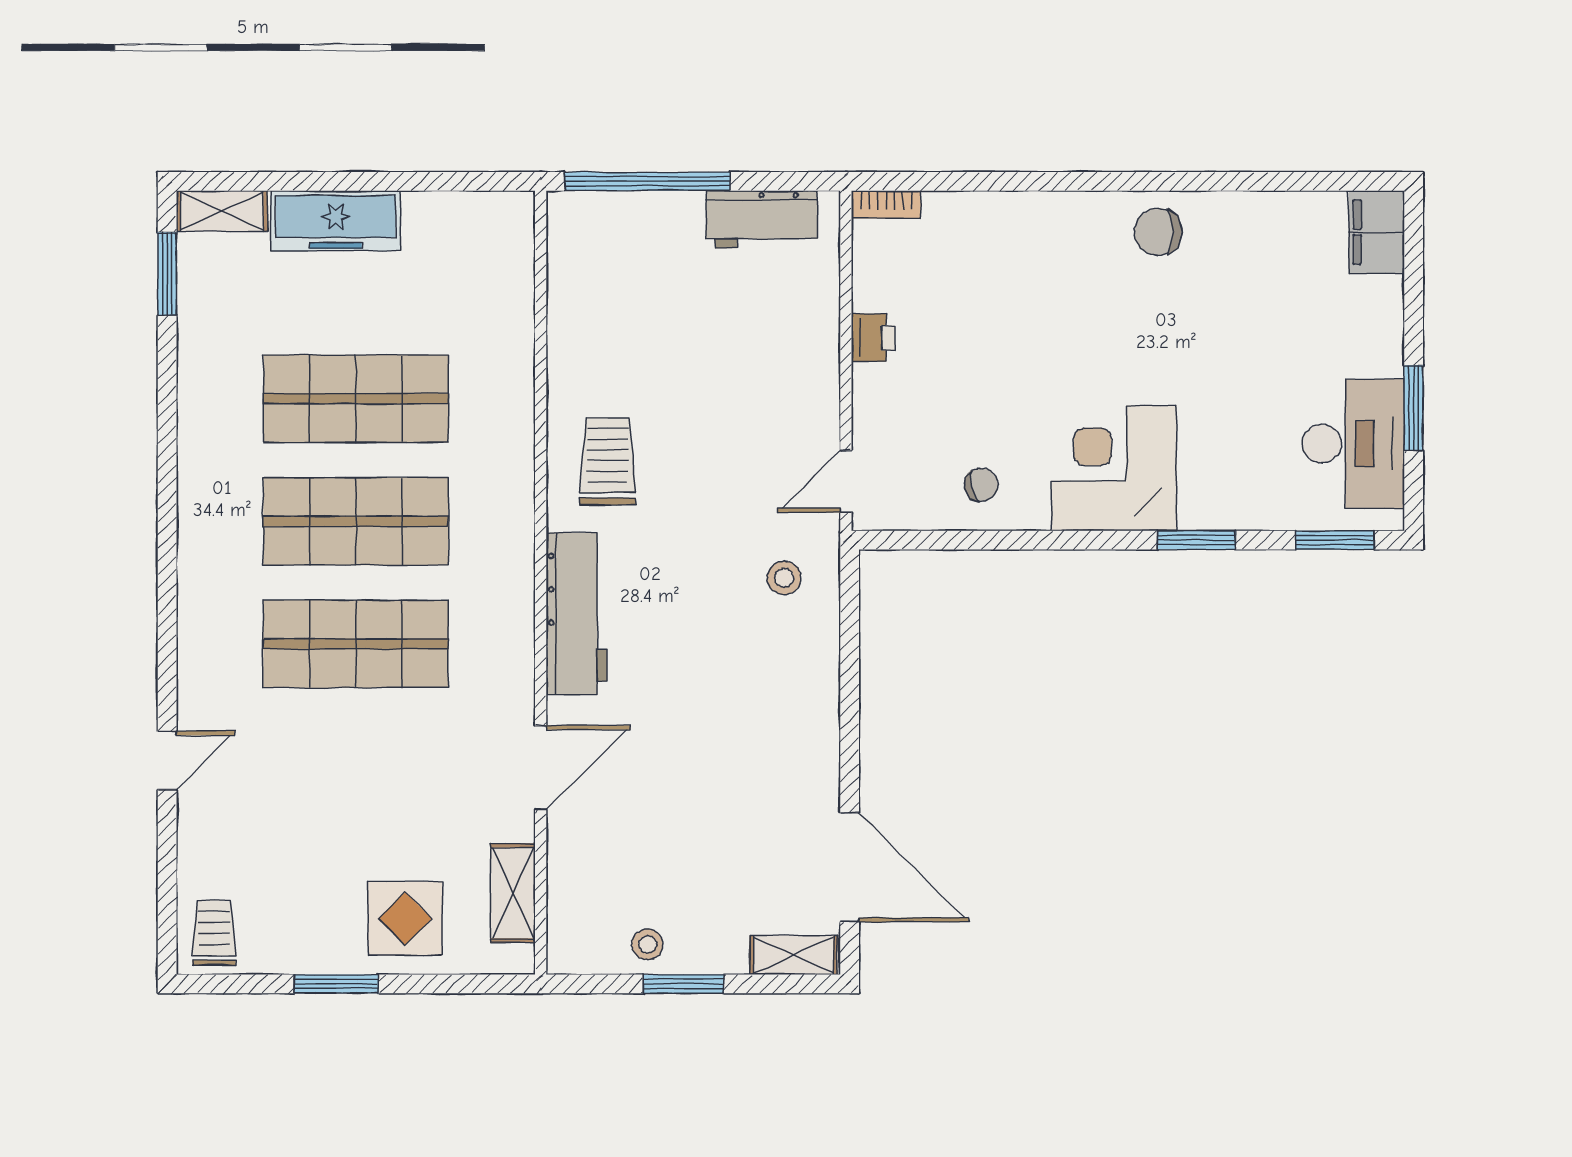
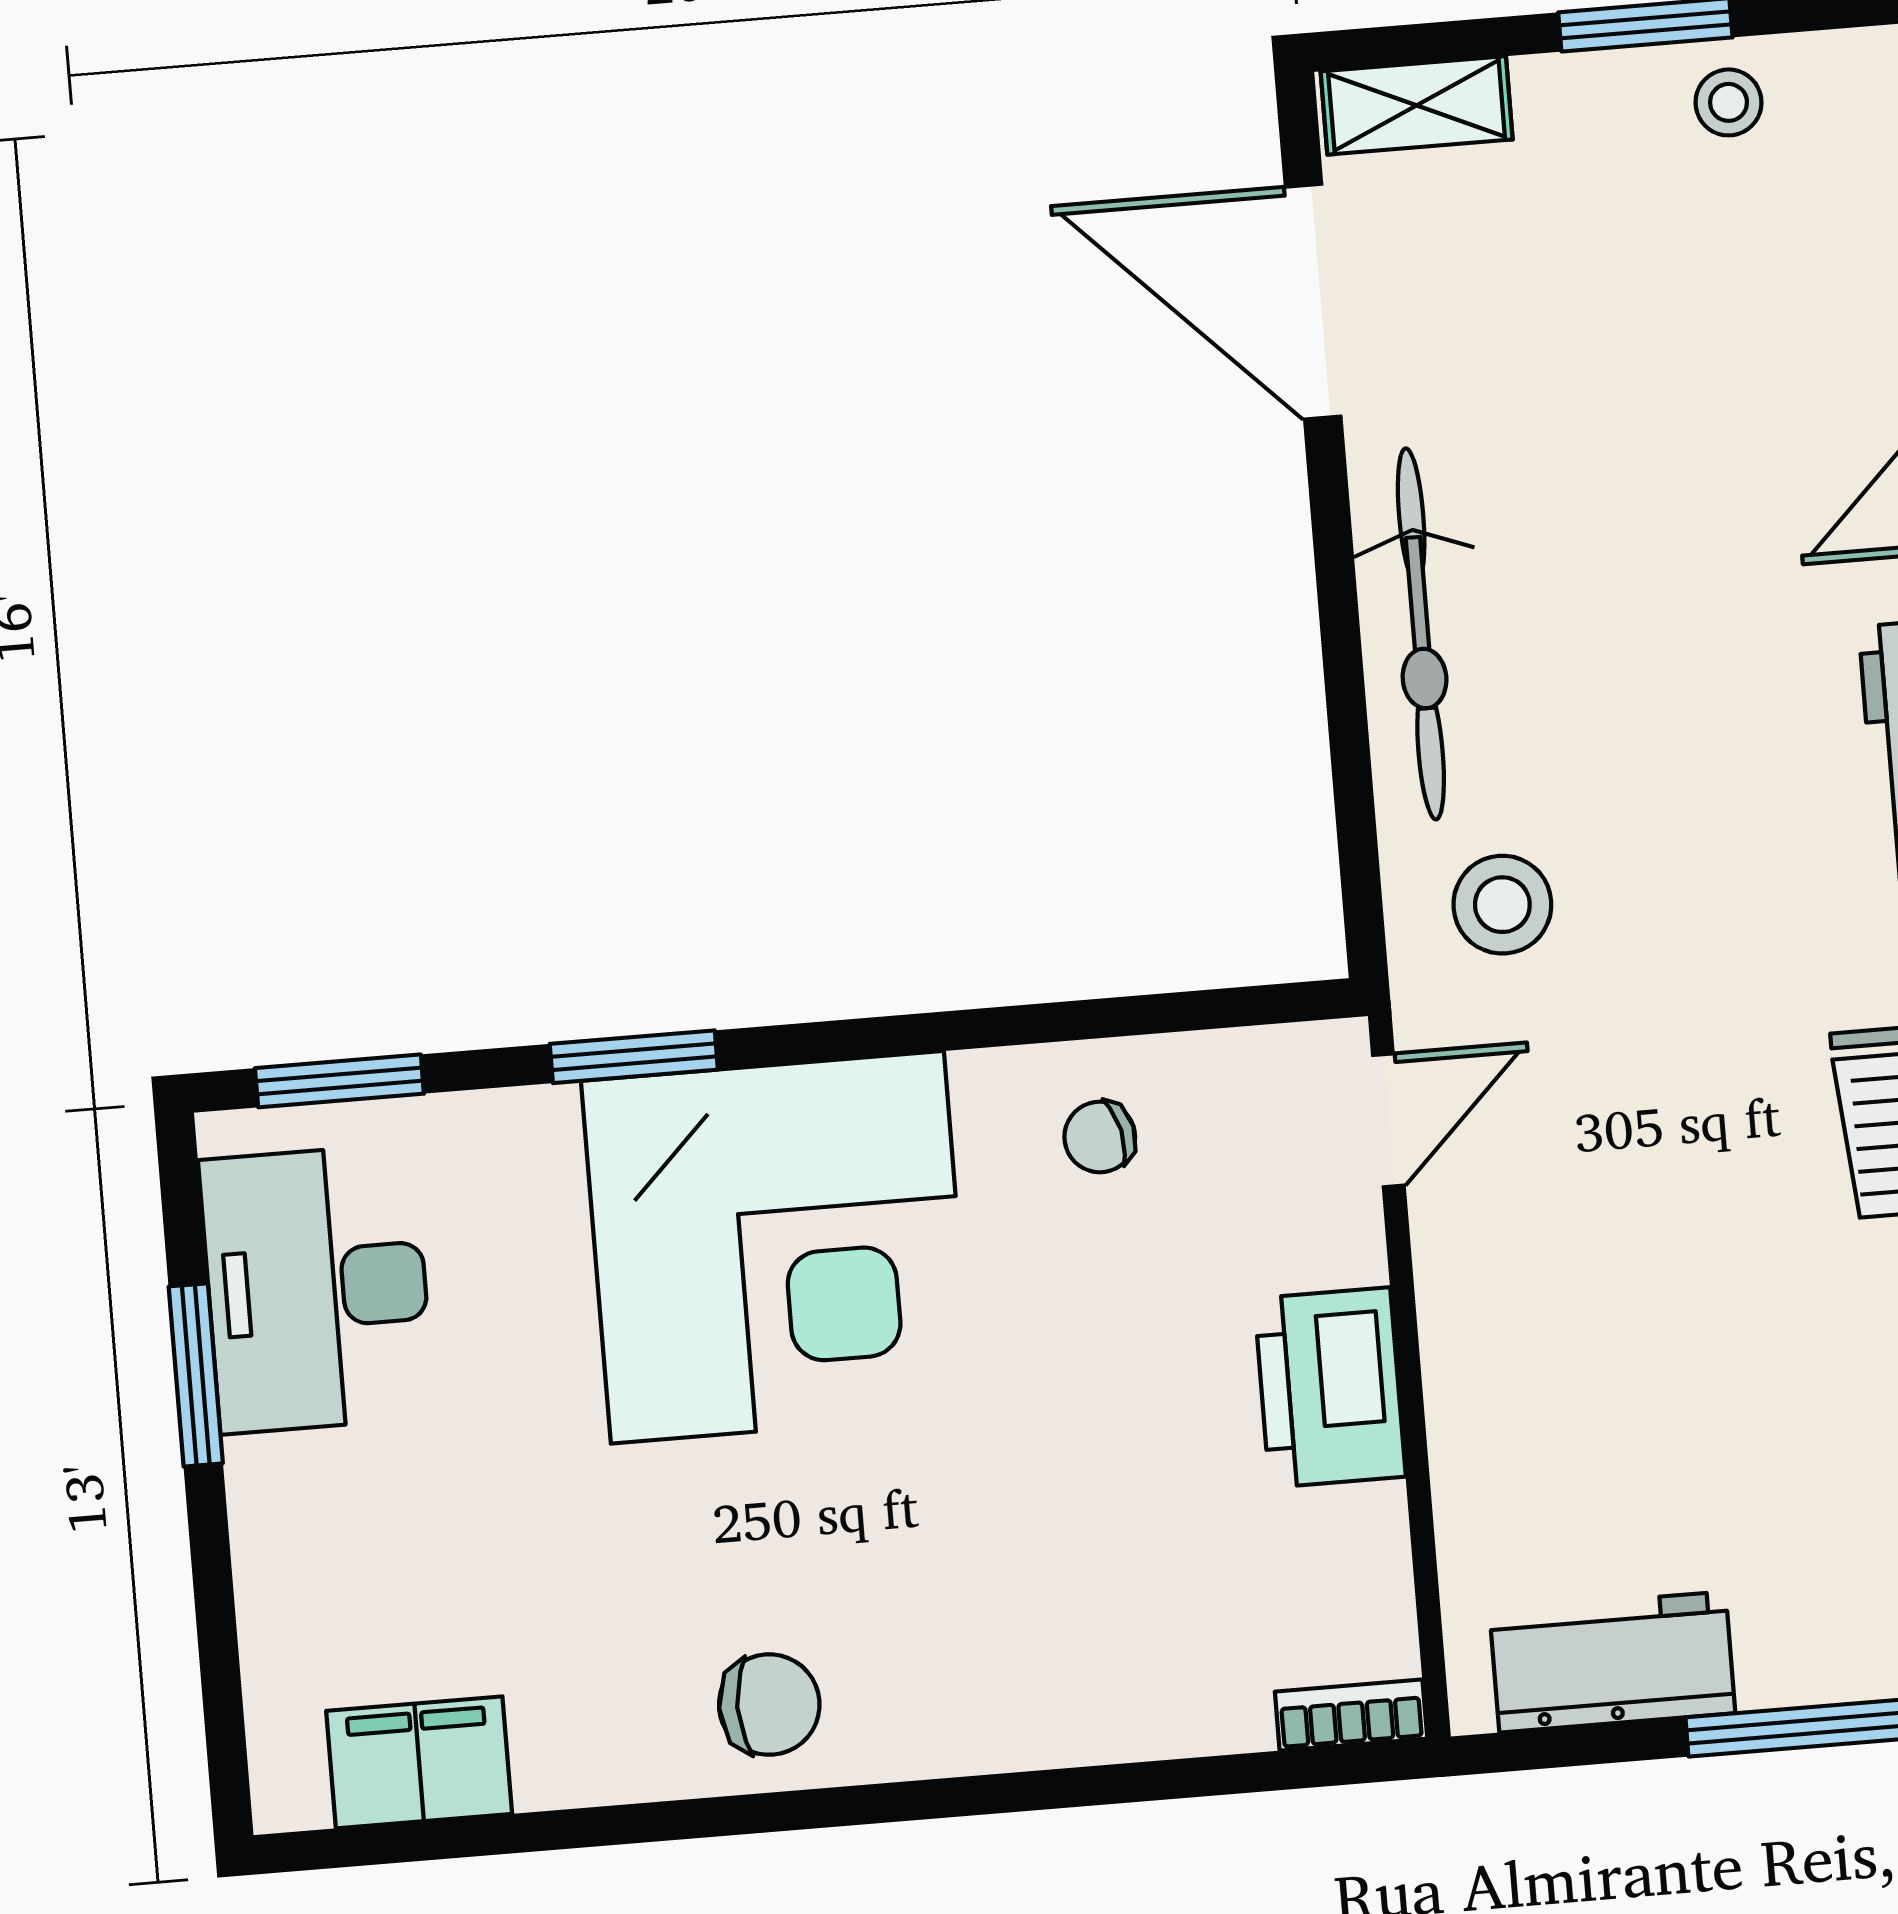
filing cabinet: (1377, 232) -> (419, 1762), moved, turned -90
printer: (873, 338) -> (1330, 1387), width x1.87, depth x1.48
corner desk: (1114, 468) -> (777, 1247), width x1.36, depth x1.36
stool: (784, 578) -> (1502, 905), width x1.37, depth x1.37
bicycle: (812, 708) -> (1421, 634), added

